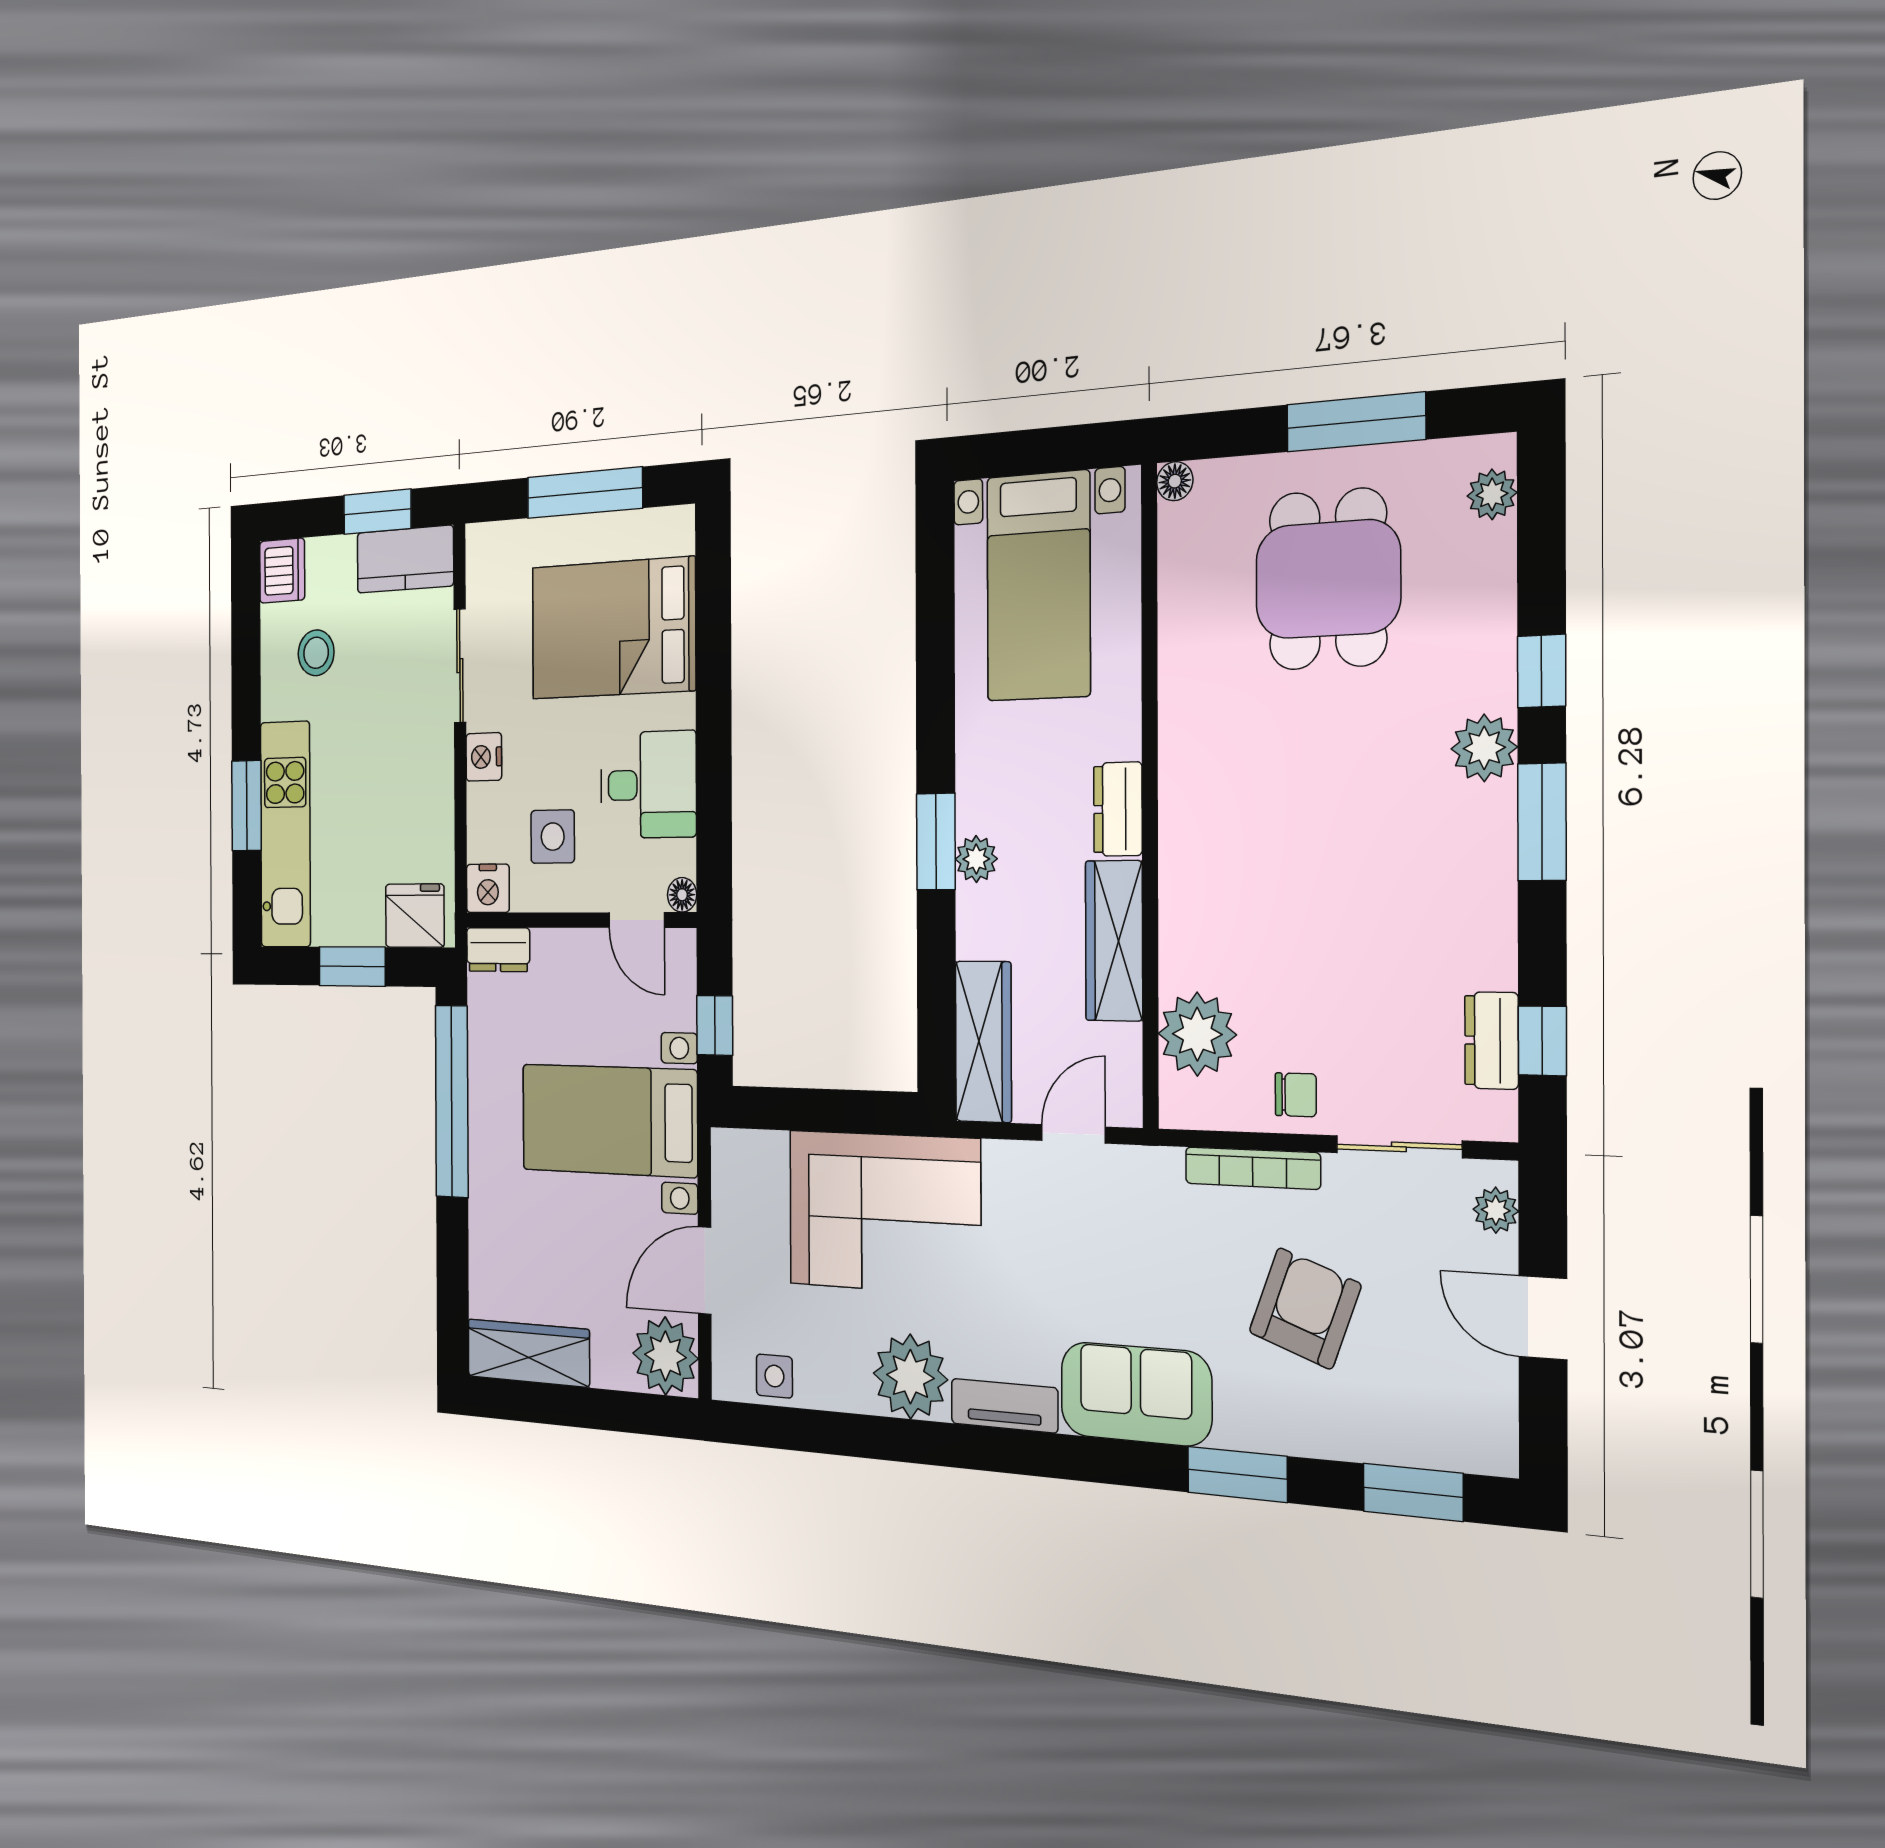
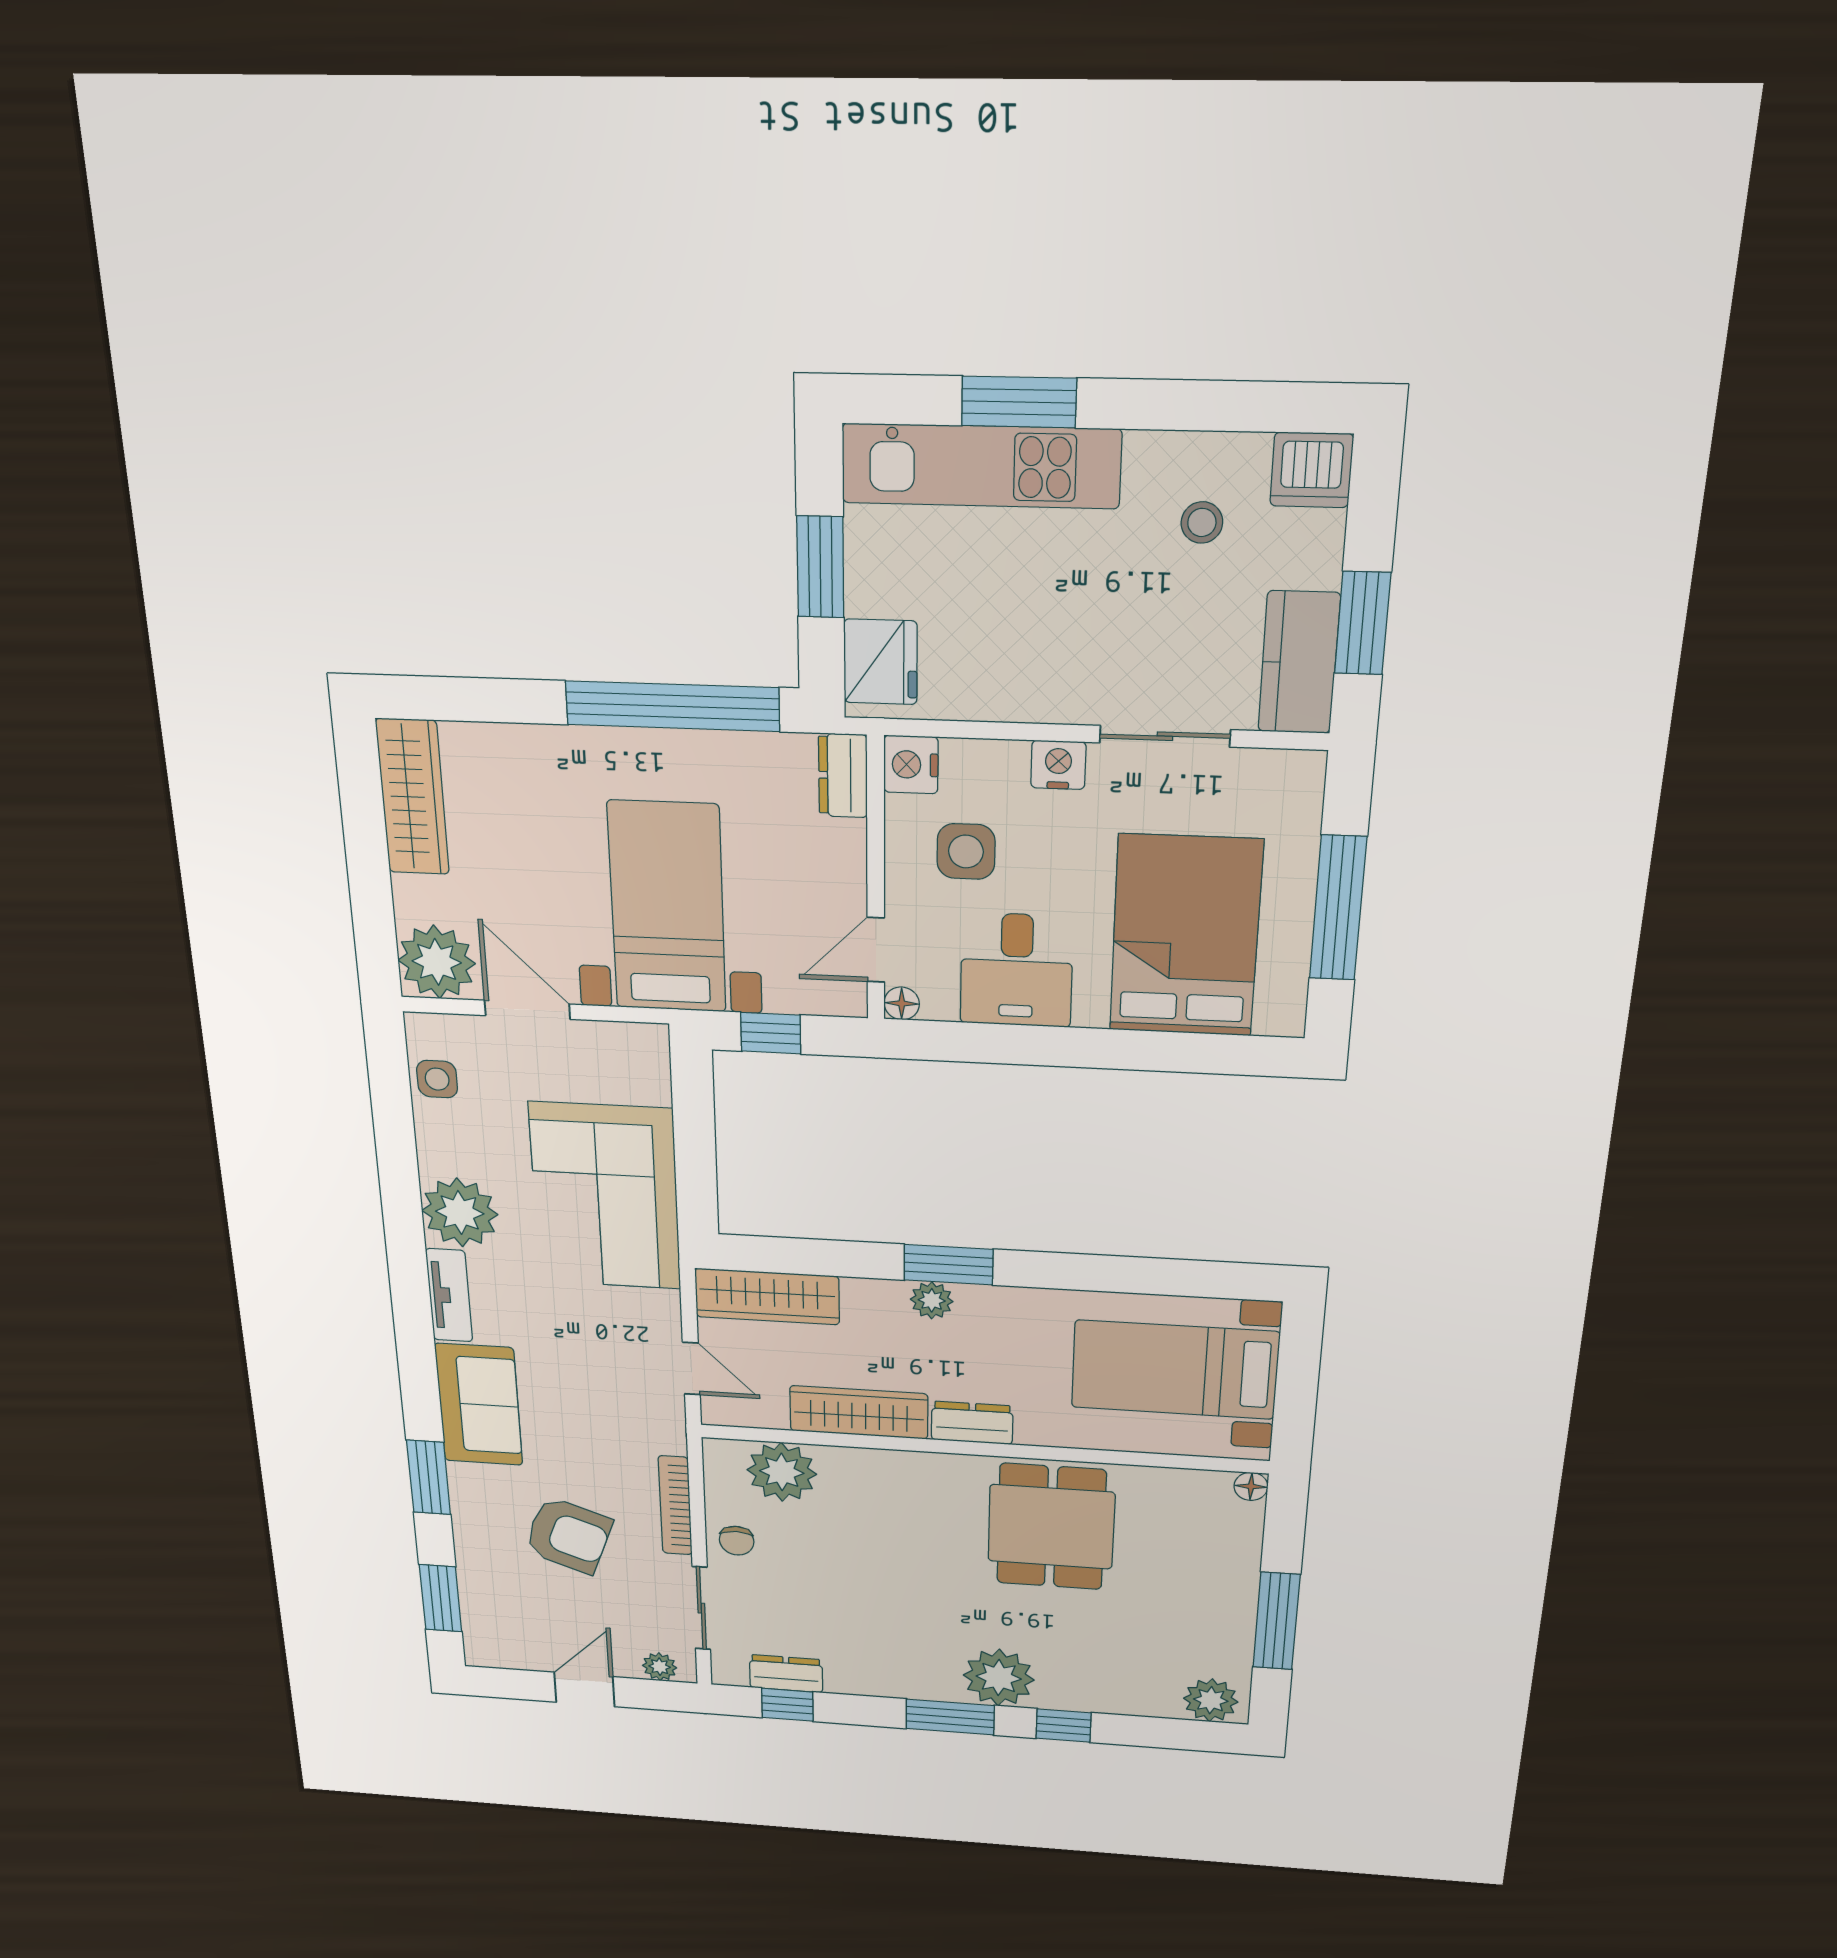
plant: (1492, 494) -> (1211, 1700), width x1.38, depth x1.38
dining table: (1328, 579) -> (1051, 1527), moved, turned 90
stool: (316, 653) -> (1202, 522), width x0.73, depth x0.73
plant: (1484, 748) -> (999, 1678), width x1.36, depth x1.36

